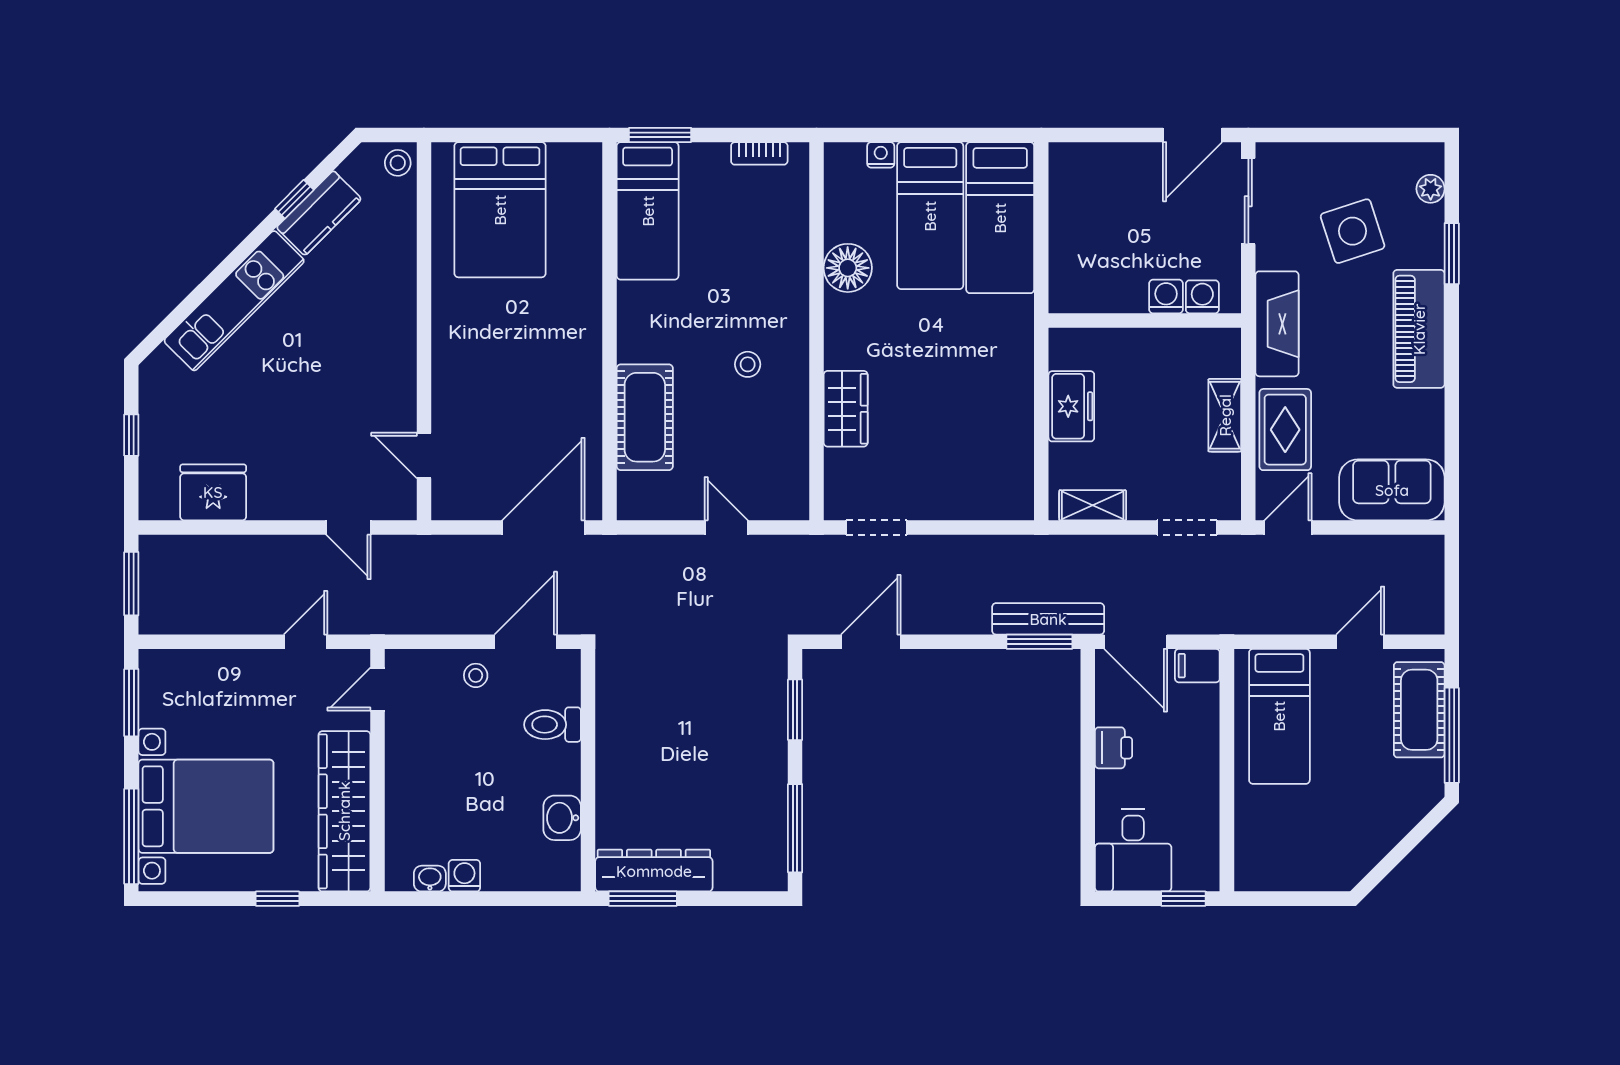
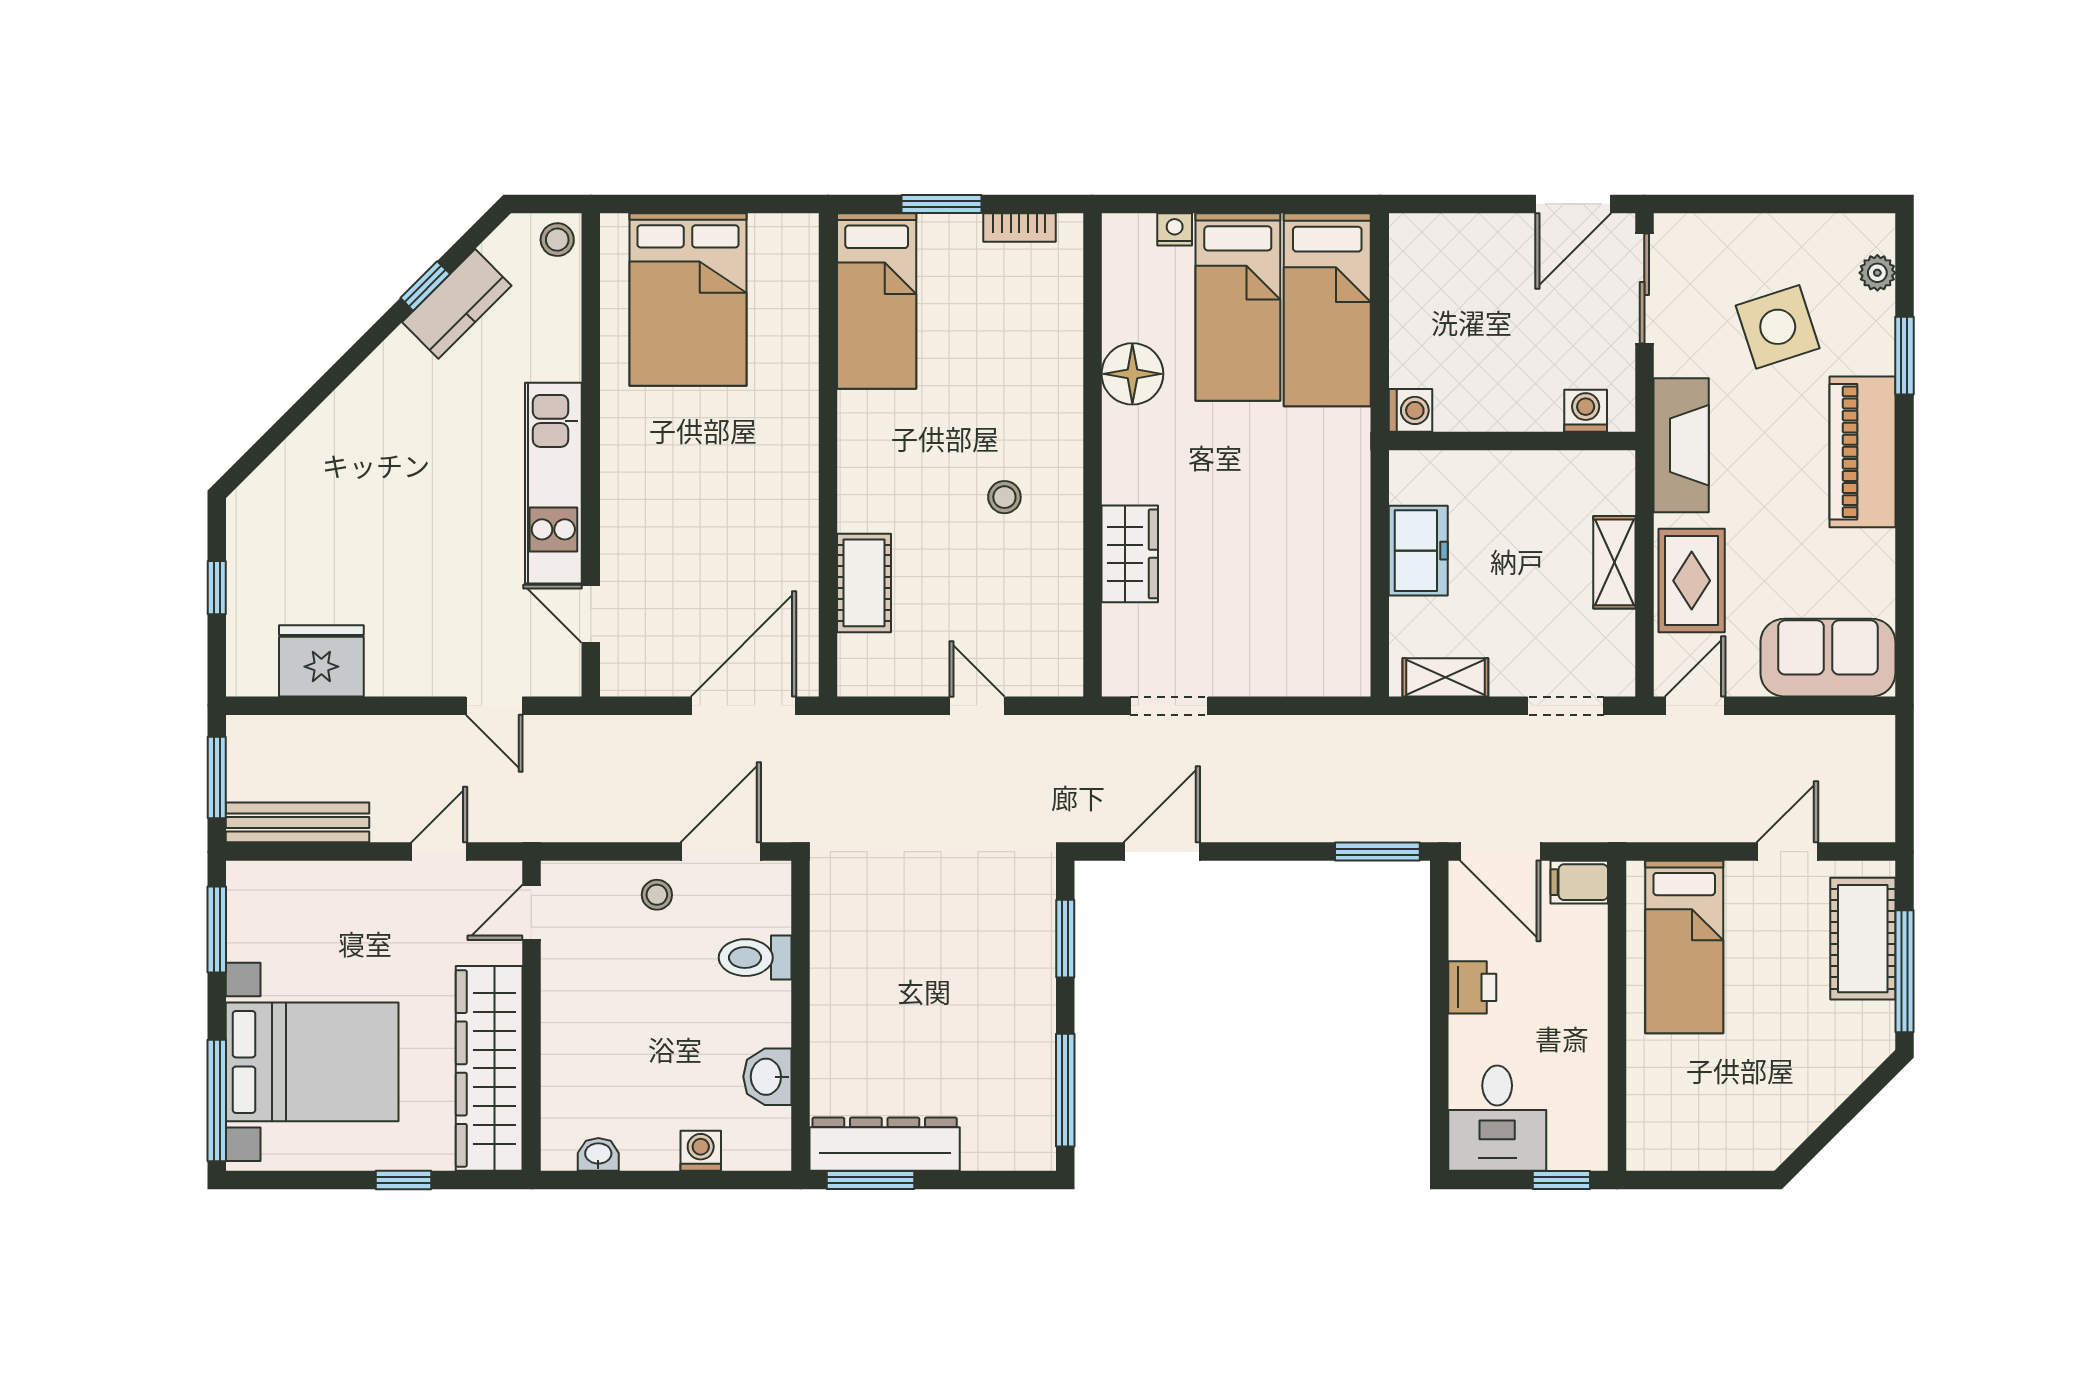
window: (660, 135) -> (942, 204), moved
washing machine: (1166, 297) -> (1411, 410), moved, turned 90
kitchen unit: (234, 301) -> (553, 483), moved, turned 135
cot: (645, 417) -> (864, 583), width x0.73, depth x0.75
bench: (1048, 619) -> (297, 822), moved
washing machine: (464, 876) -> (701, 1151), moved

